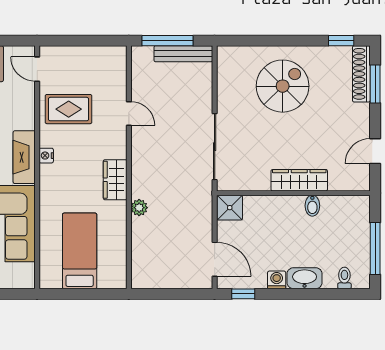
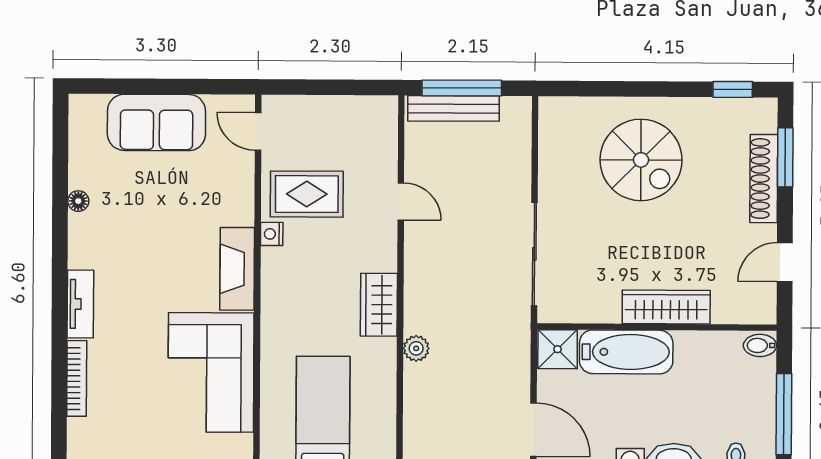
bench: (183, 54) -> (454, 108), moved
shoe rack: (361, 74) -> (764, 179), moved
spiral stairs: (283, 86) -> (641, 160), turned 90
nightstand: (46, 156) -> (272, 234), moved
bidet: (312, 206) -> (760, 345), moved, turned 90
bathtub: (274, 209) -> (626, 352), added

